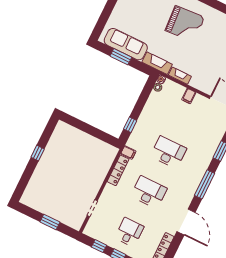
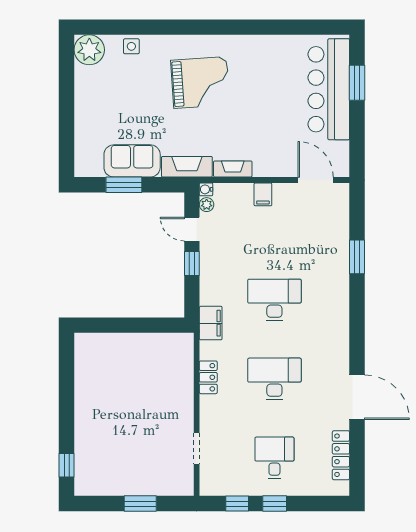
sofa: (126, 44) -> (132, 161), width x0.73
door: (144, 96) -> (192, 229), added
window: (130, 125) -> (192, 263), moved
window: (38, 153) -> (67, 465), moved
filing cabinet: (128, 153) -> (211, 323), width x2.00
locker: (118, 170) -> (208, 377), width x0.66
window: (205, 184) -> (357, 323), removed

